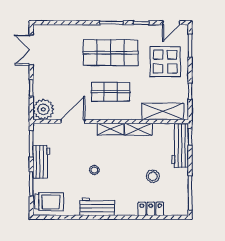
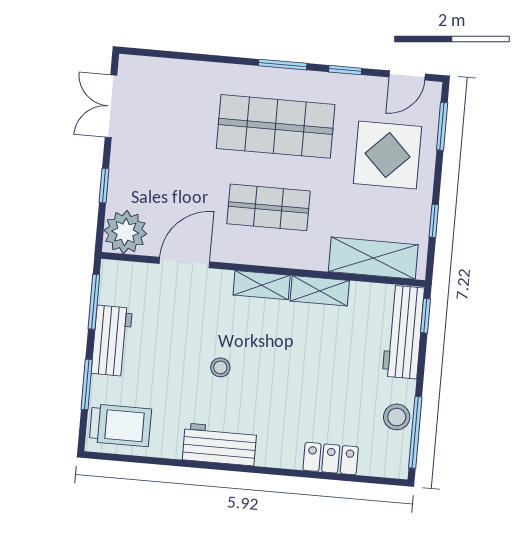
stool: (153, 176) -> (397, 417), moved

